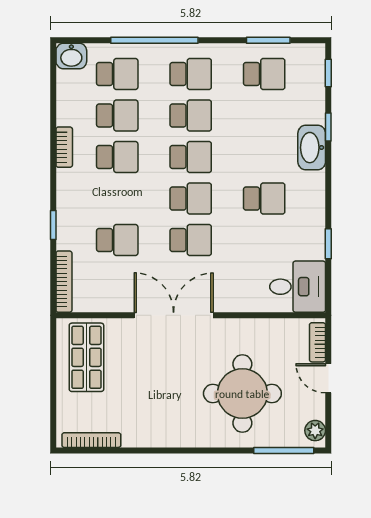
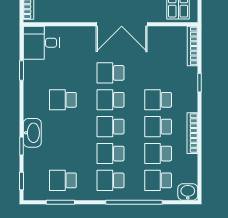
bookcase: (64, 147) -> (192, 133), width x1.56
school desk: (117, 240) -> (158, 100), moved

